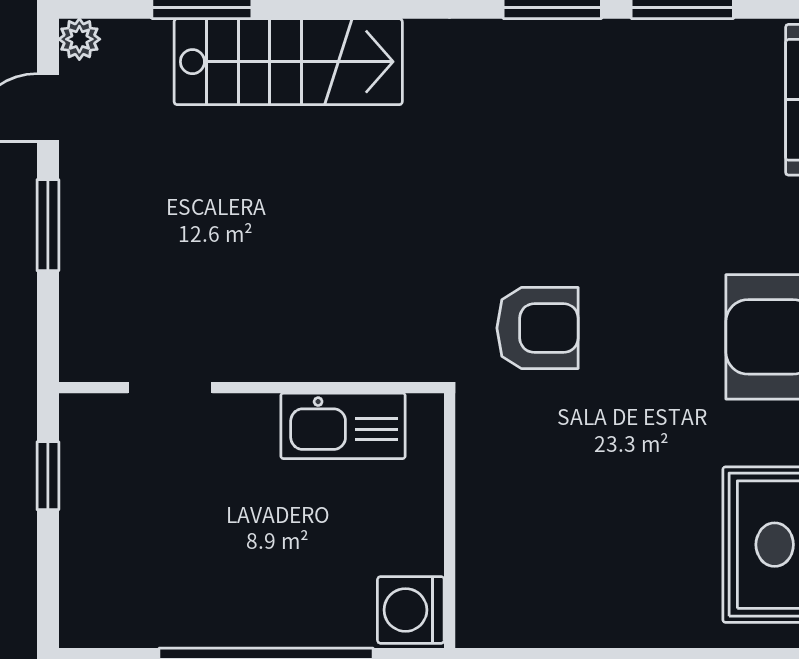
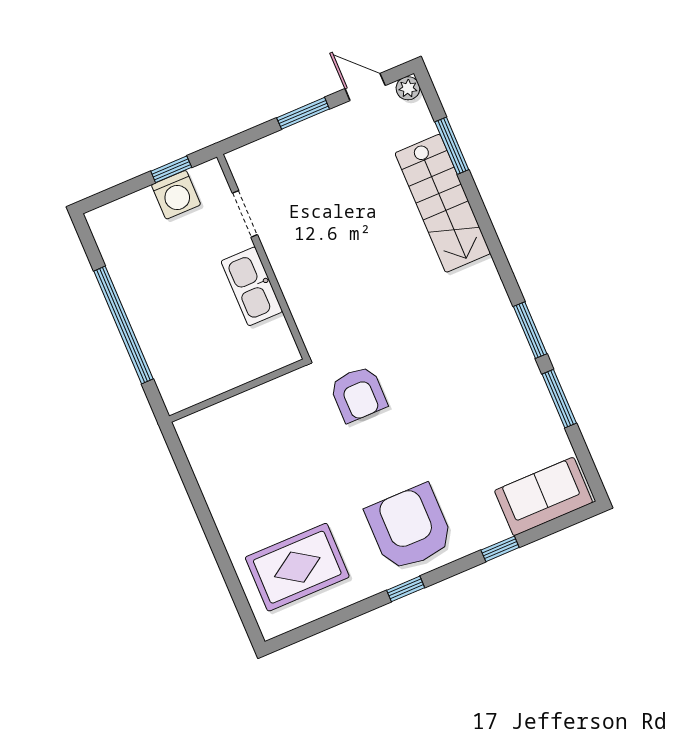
kitchen sink: (343, 426) -> (252, 286), moved
washing machine: (411, 610) -> (176, 195), moved, turned 180

